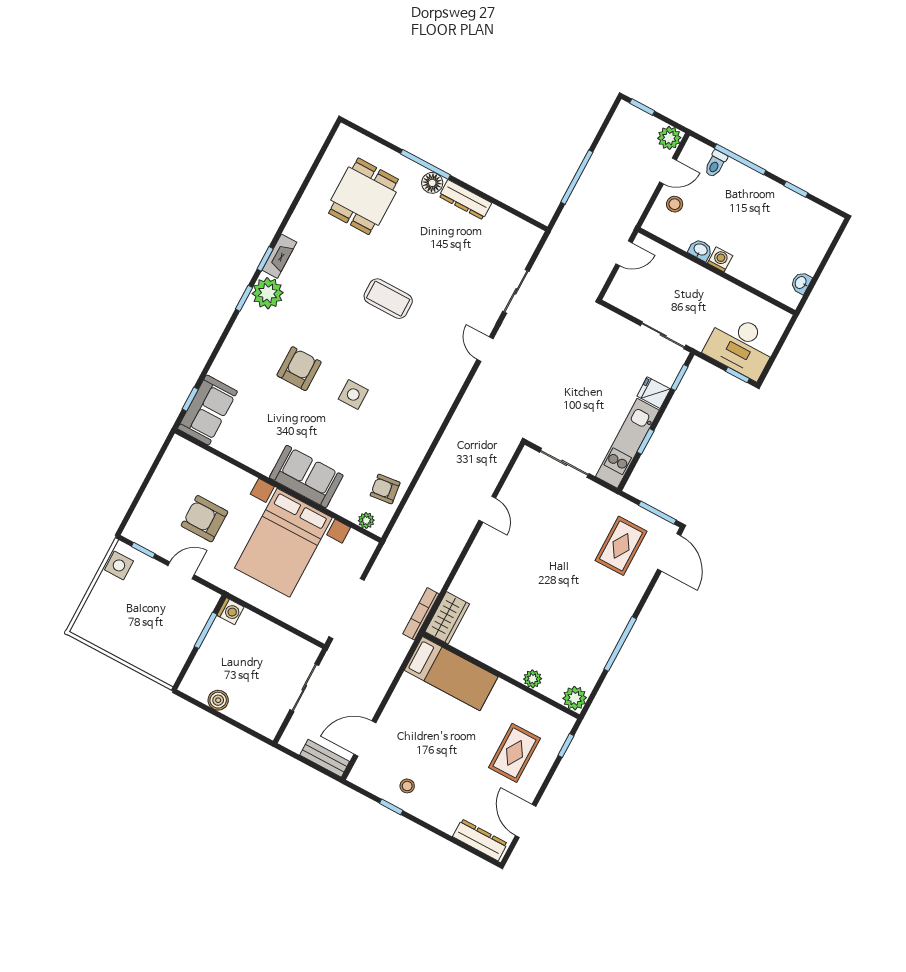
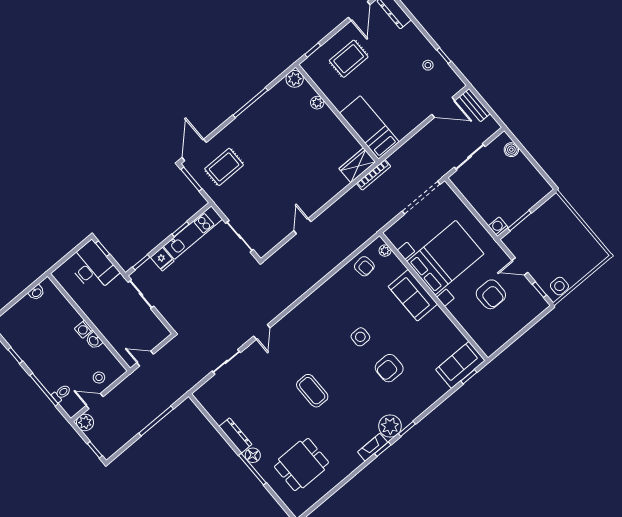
boiler: (218, 700) -> (511, 150), moved

